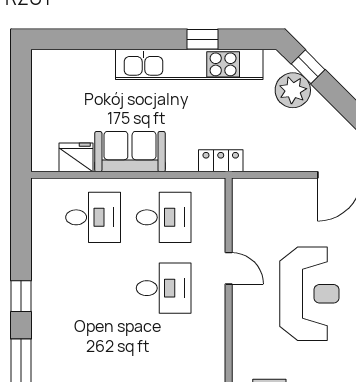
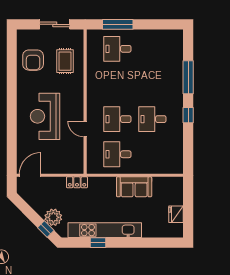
fridge: (76, 157) -> (176, 214), moved, turned 90
locker: (221, 161) -> (77, 182), moved
desk: (93, 217) -> (152, 119), moved

